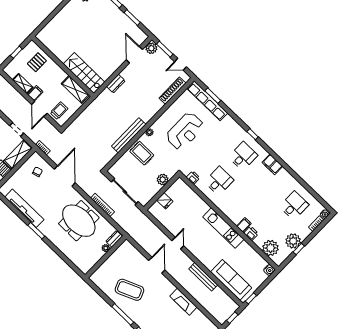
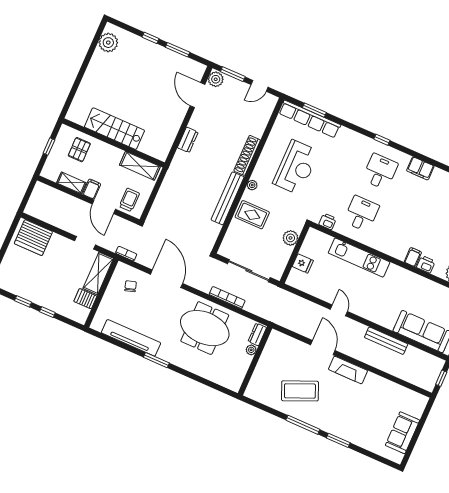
stairs: (84, 73) -> (114, 129), moved
shoe rack: (172, 91) -> (247, 155), moved
kitchen unit: (223, 228) -> (359, 258), moved
fireplace: (183, 302) -> (348, 370), moved

